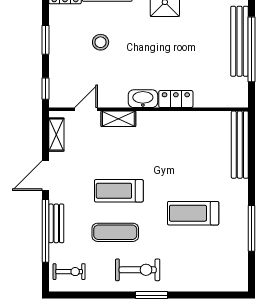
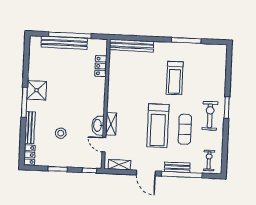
washbasin: (143, 99) -> (98, 125), moved
locker: (176, 99) -> (101, 66), moved
treadmill: (119, 191) -> (158, 126), width x1.37, depth x1.38

